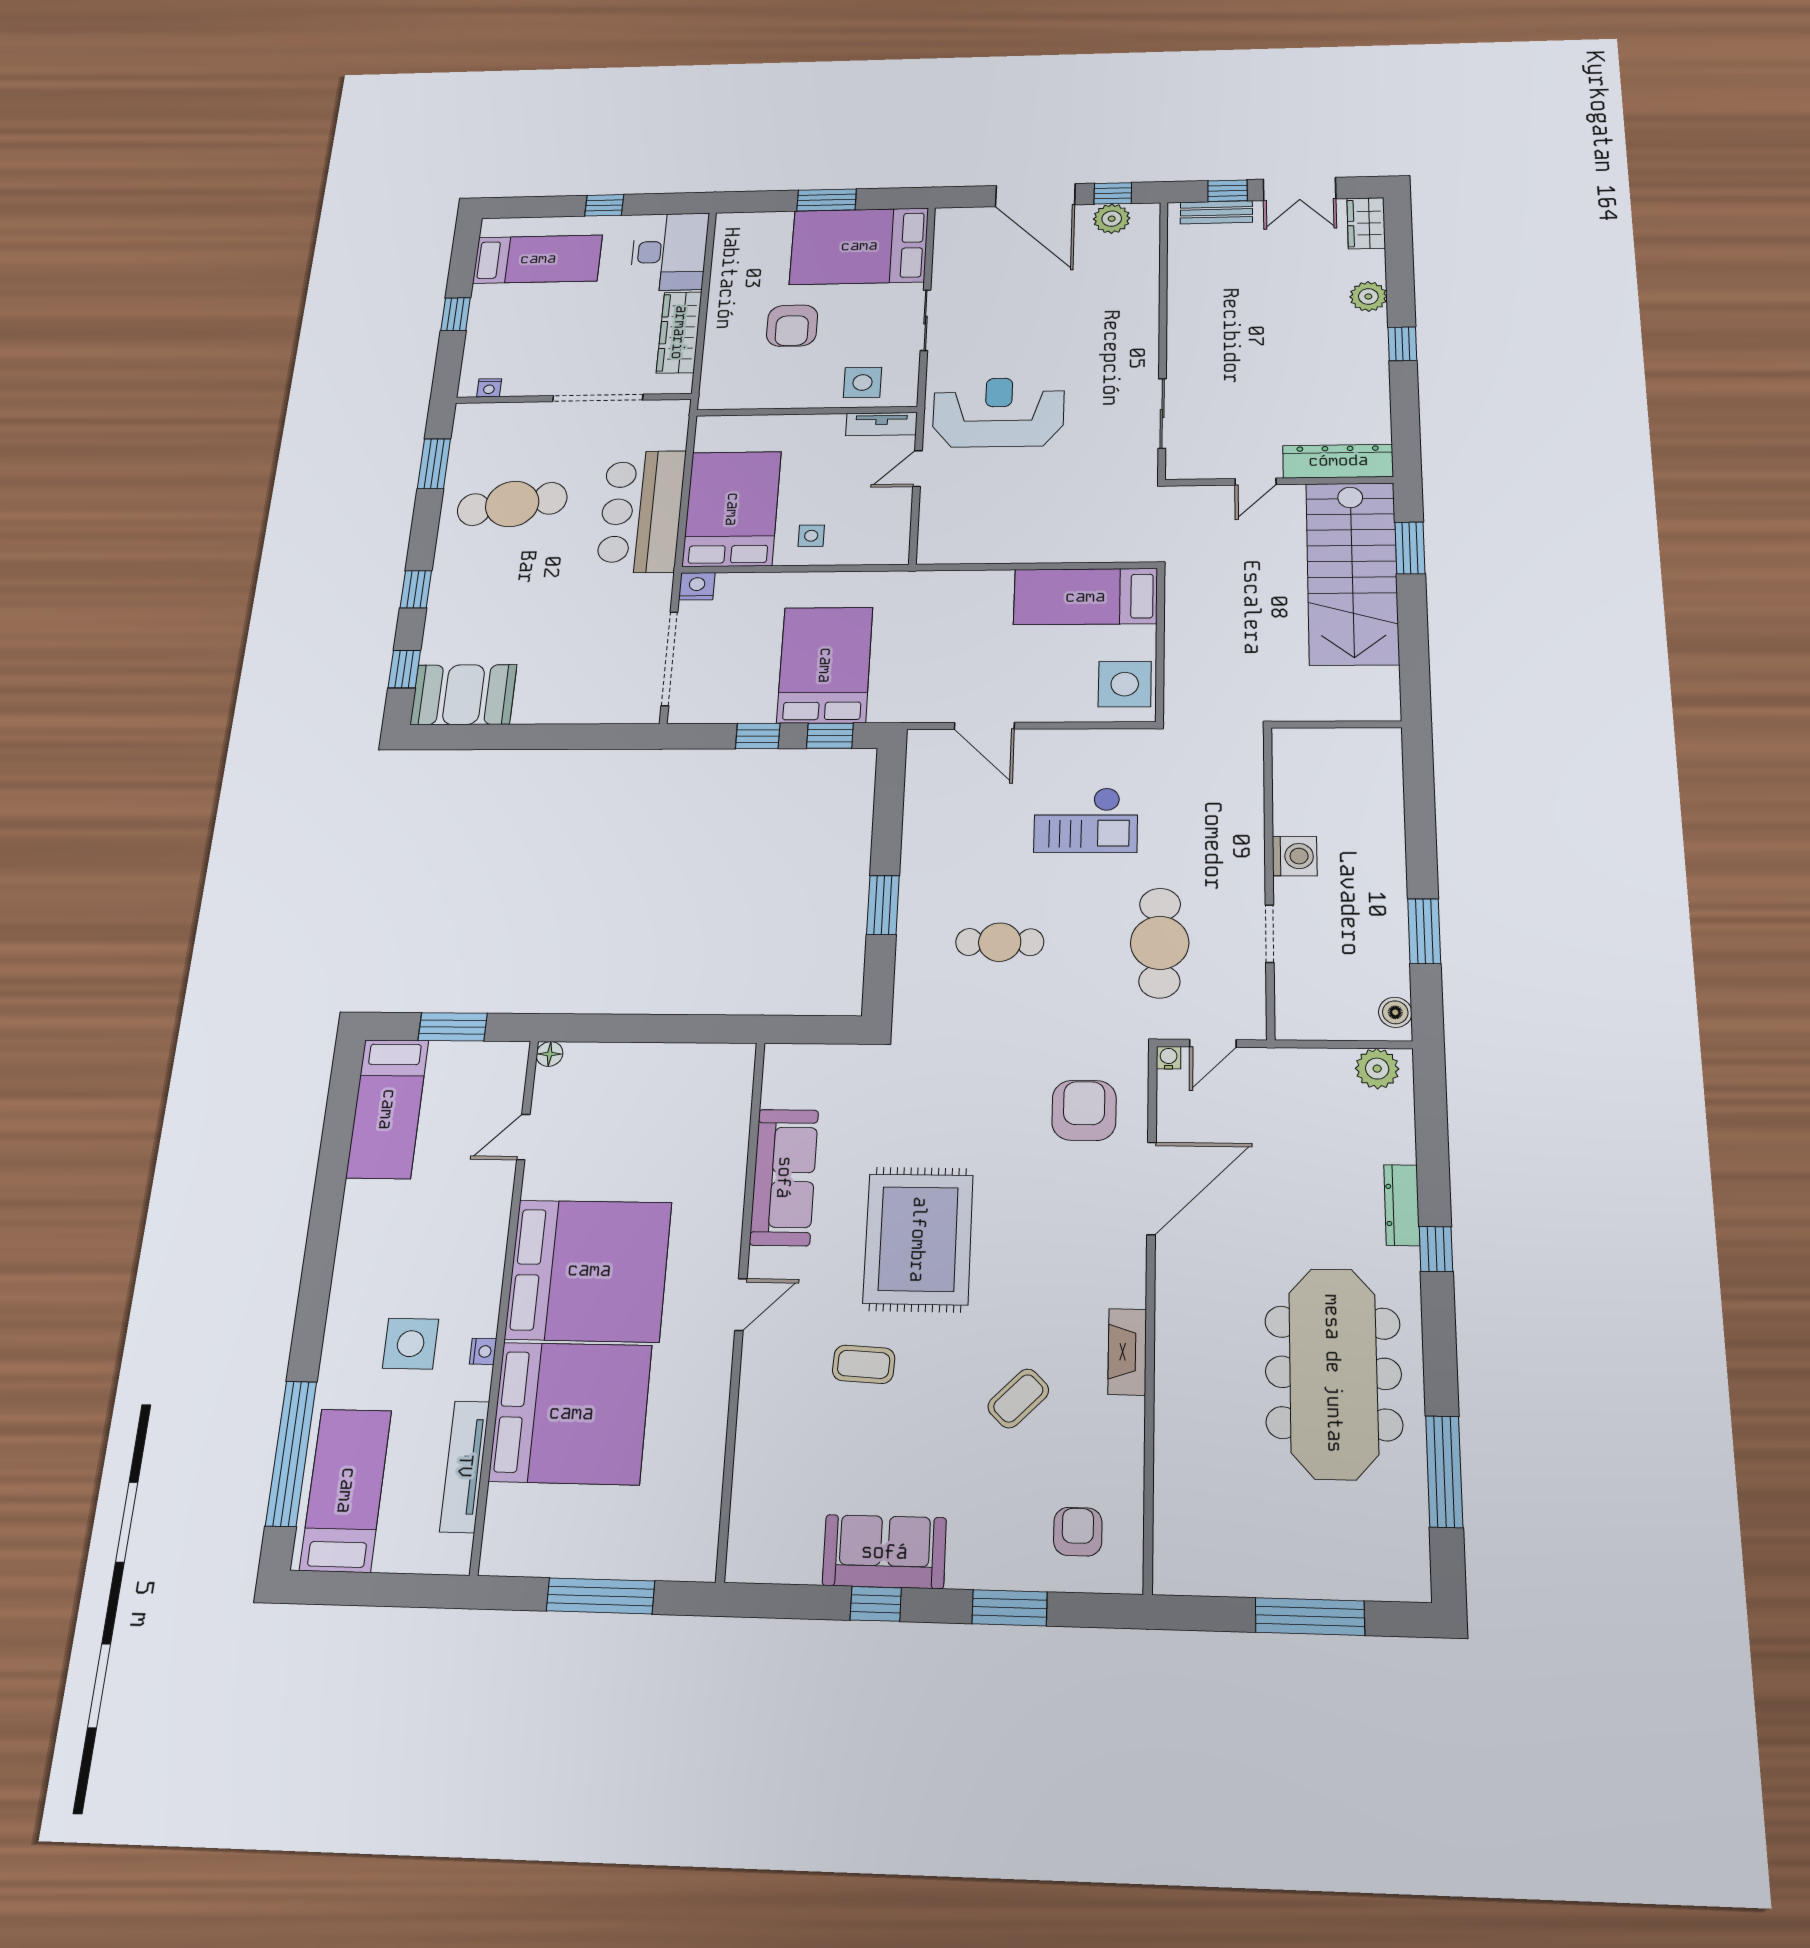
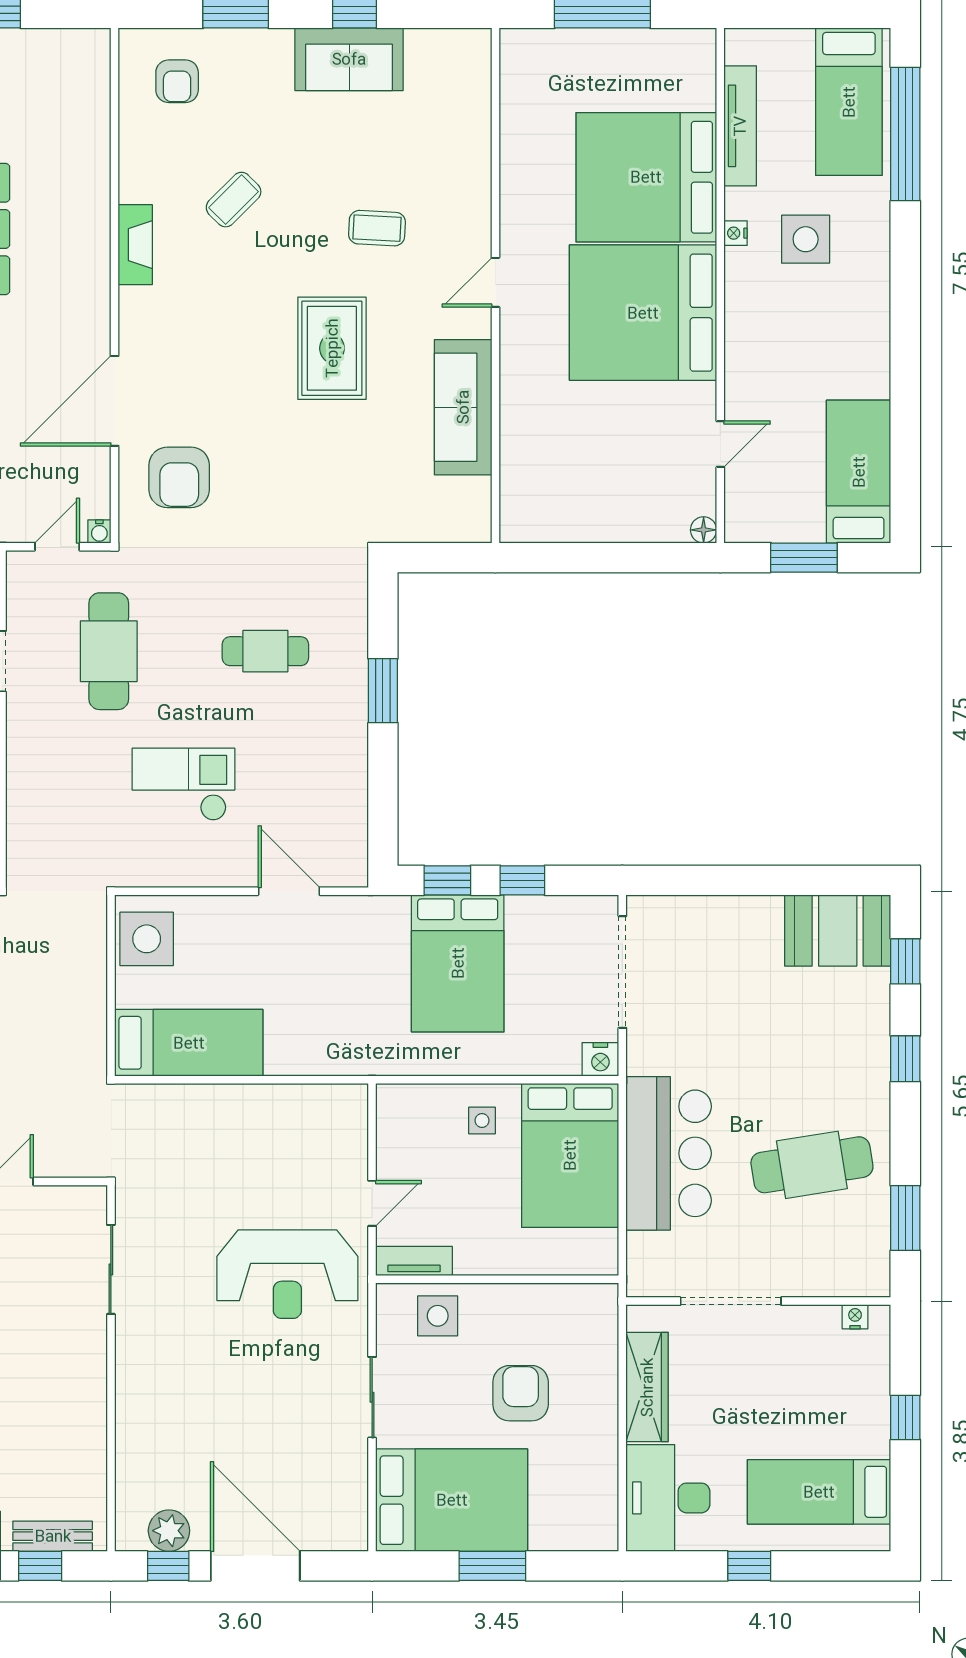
rug: (918, 1239) -> (332, 348), width x0.73, depth x0.69

